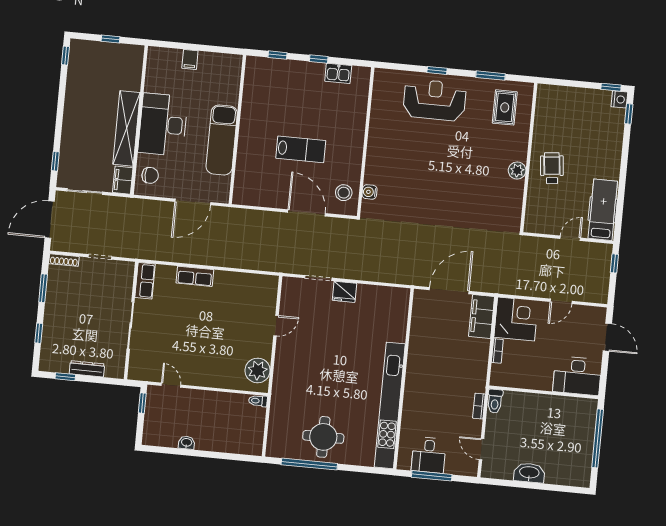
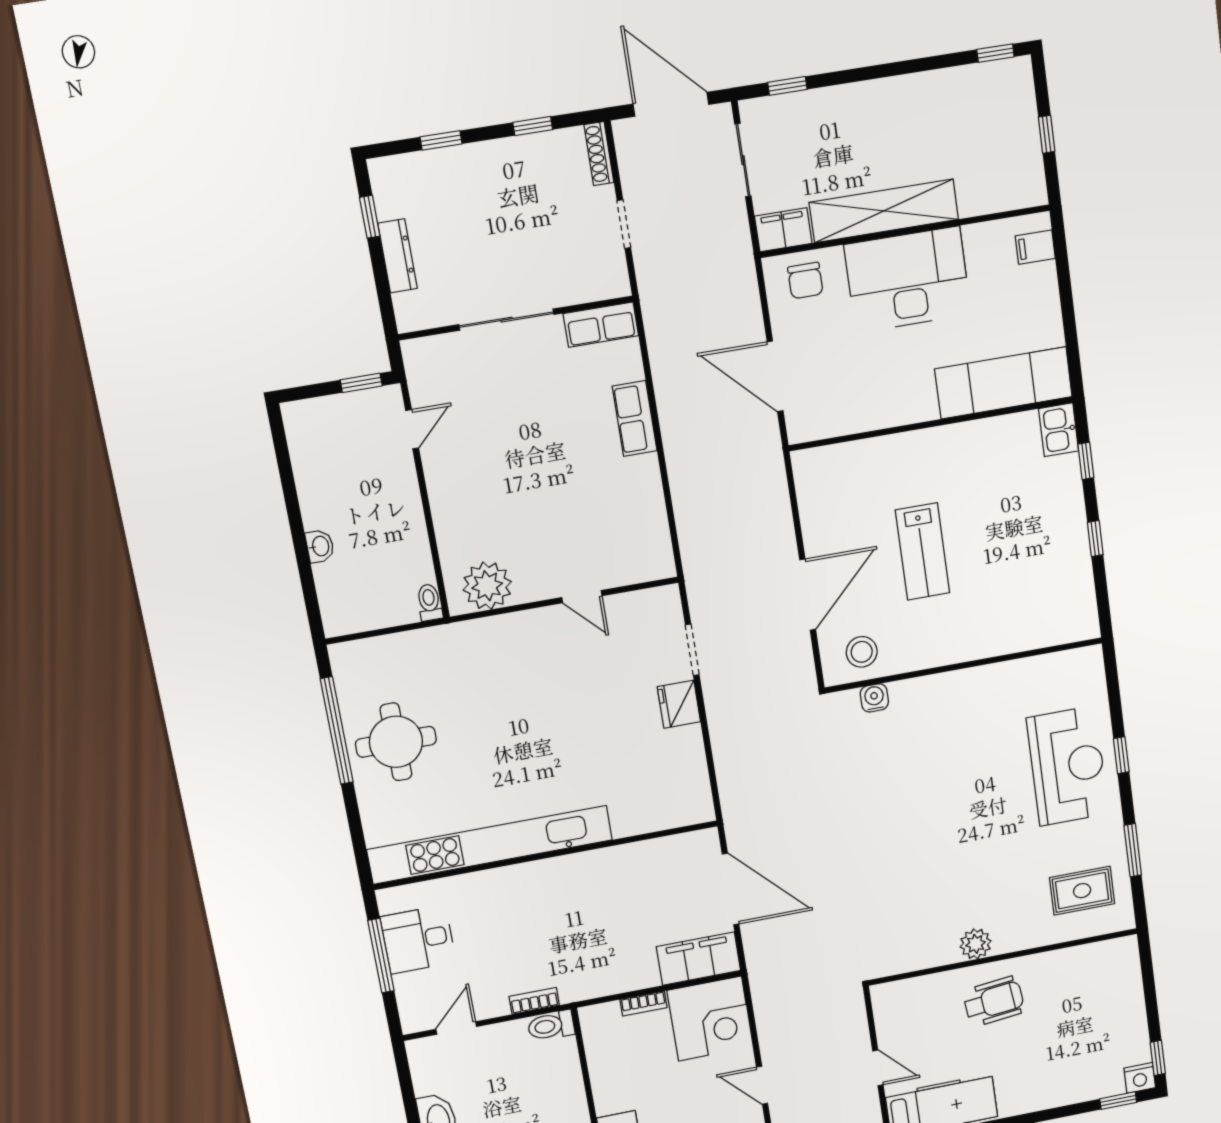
filing cabinet: (190, 59) -> (1035, 247), moved
kitchen sink: (338, 73) -> (1059, 430), moved
exam couch: (222, 140) -> (1004, 383), moved
window: (43, 288) -> (533, 126), width x0.67
washbasin: (187, 443) -> (320, 546), moved

